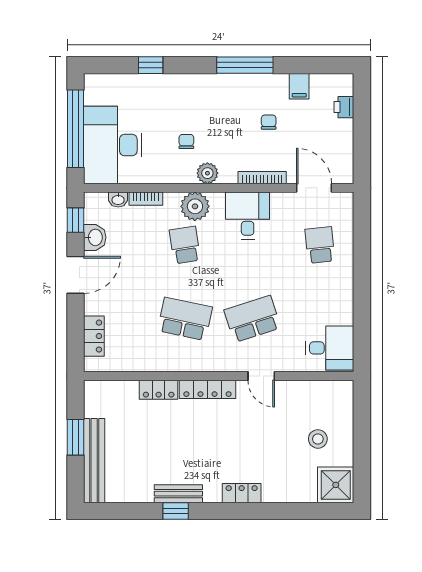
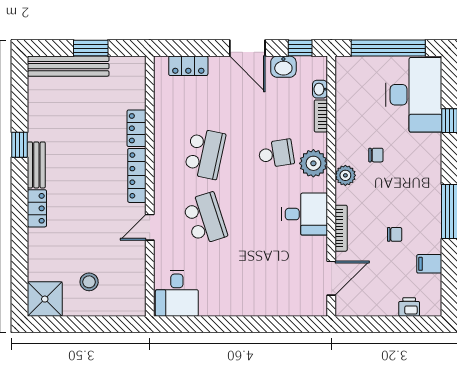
desk: (113, 145) -> (414, 95), moved, turned 90
school desk: (320, 245) -> (276, 284), removed
bench: (178, 494) -> (36, 165), moved

